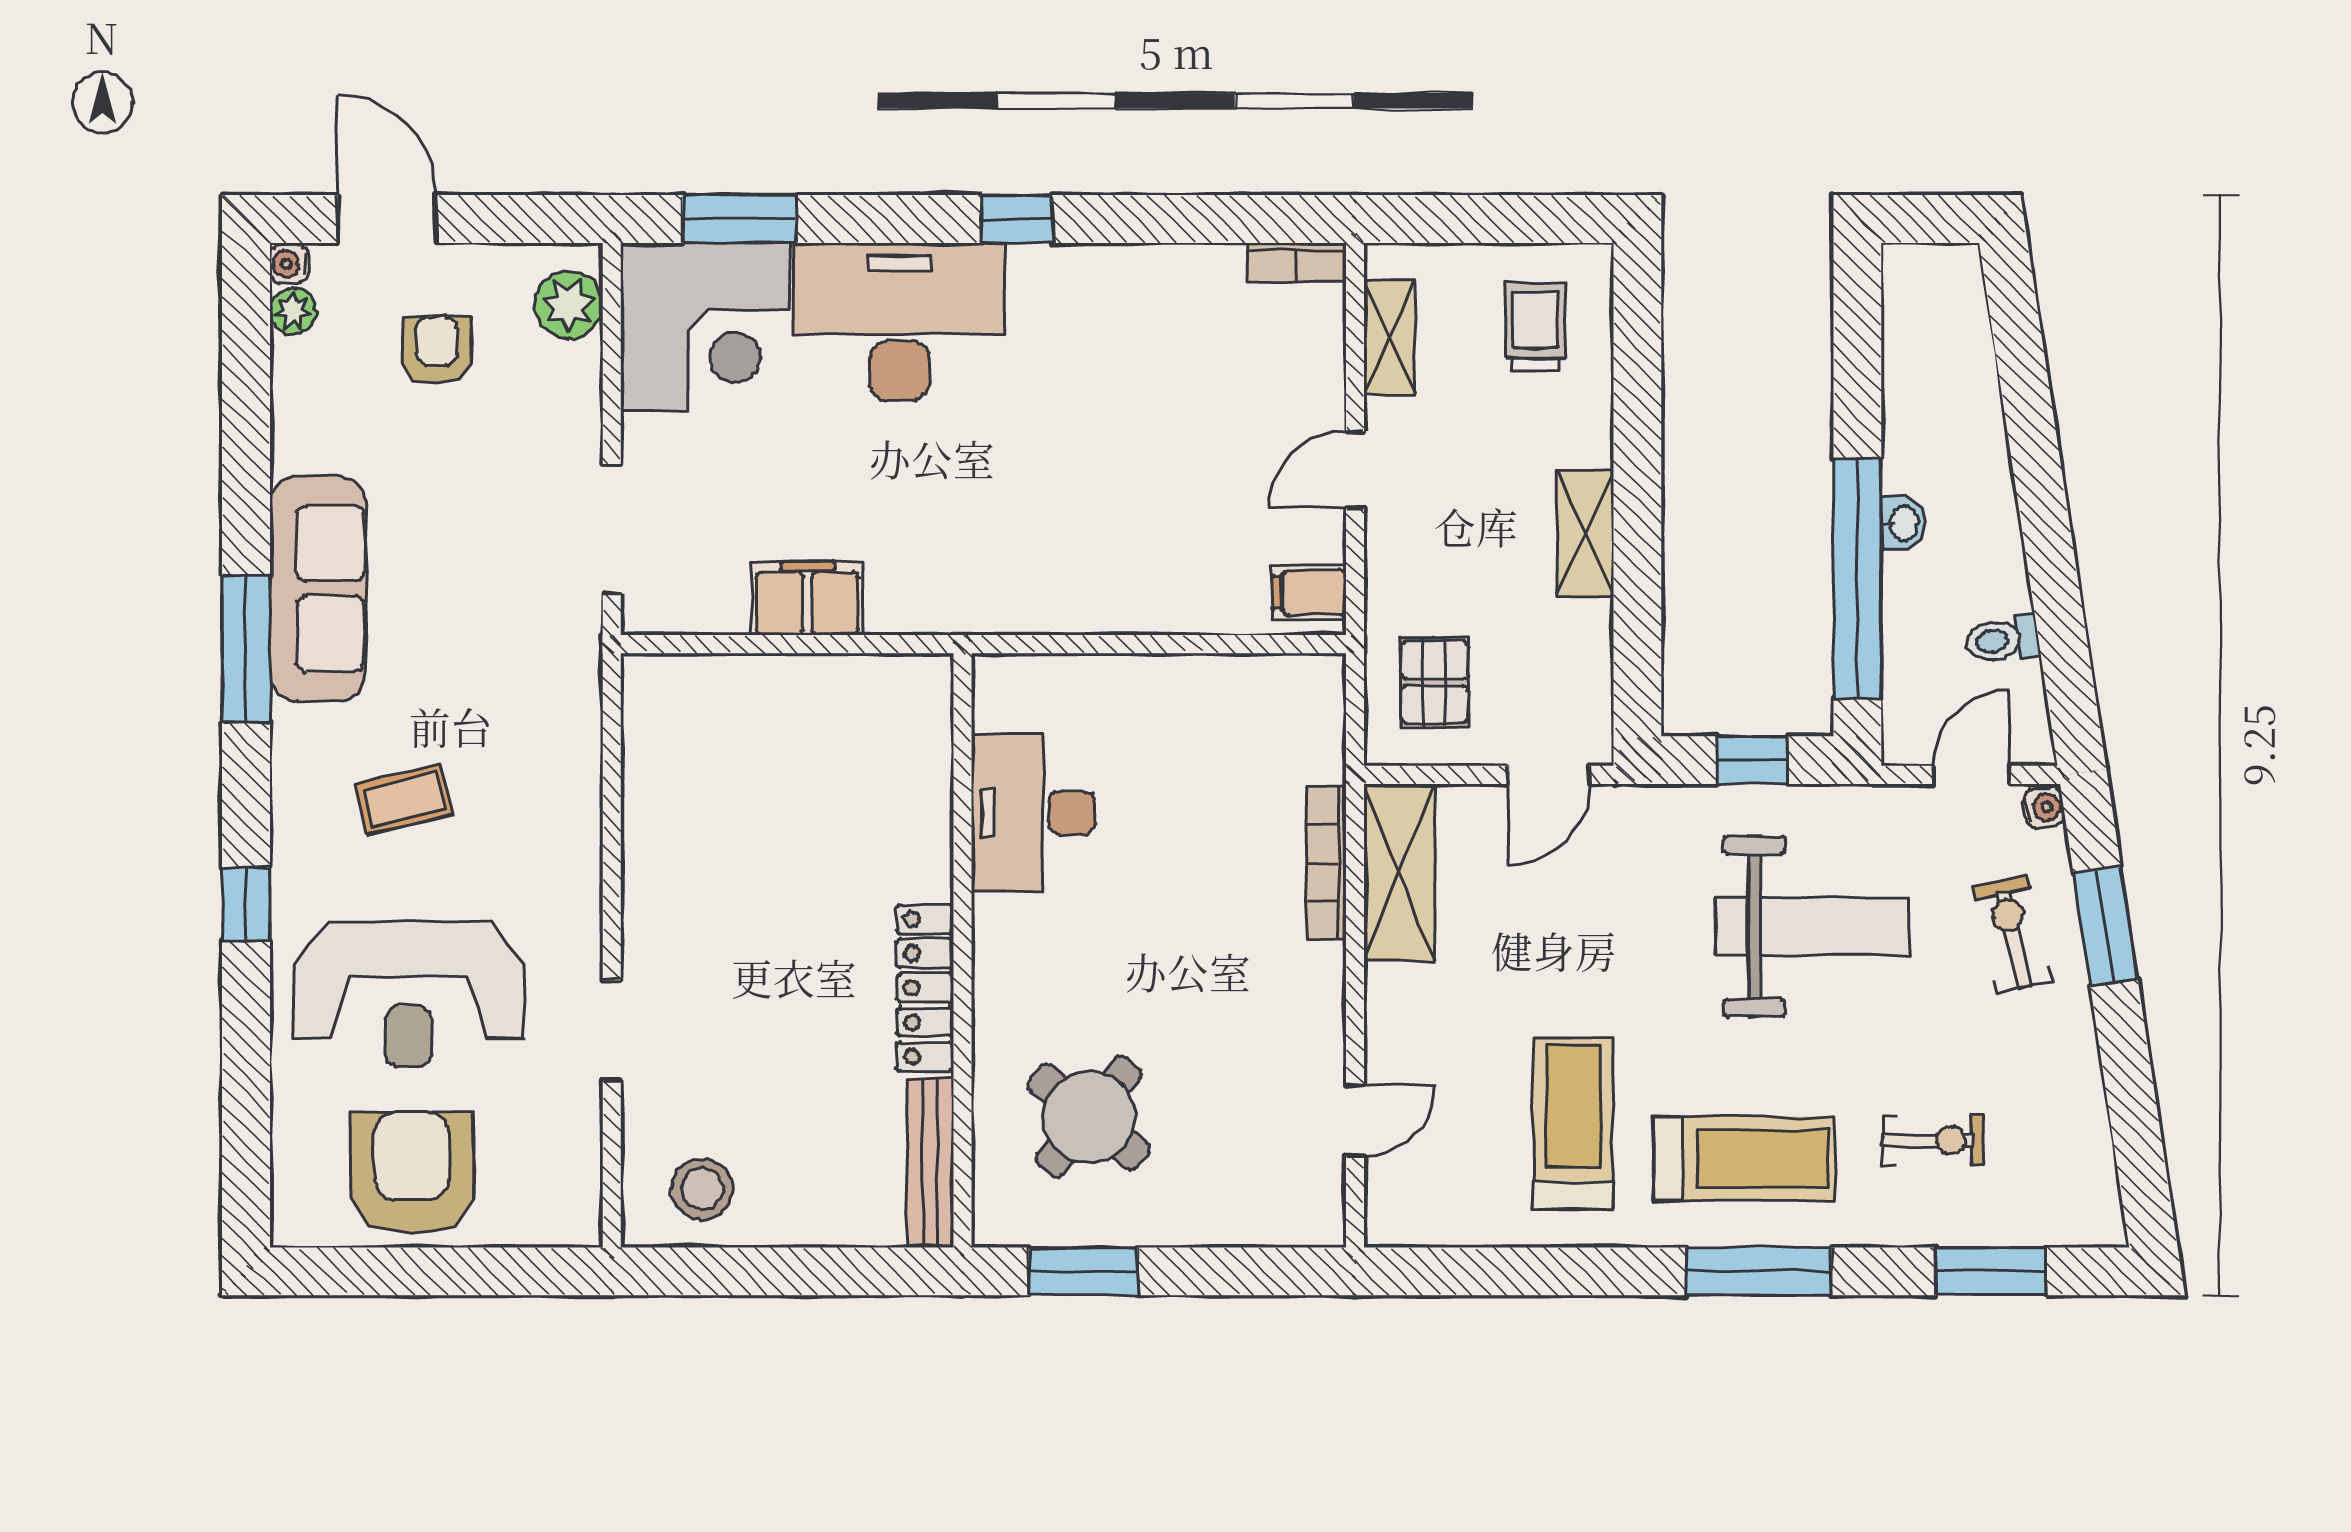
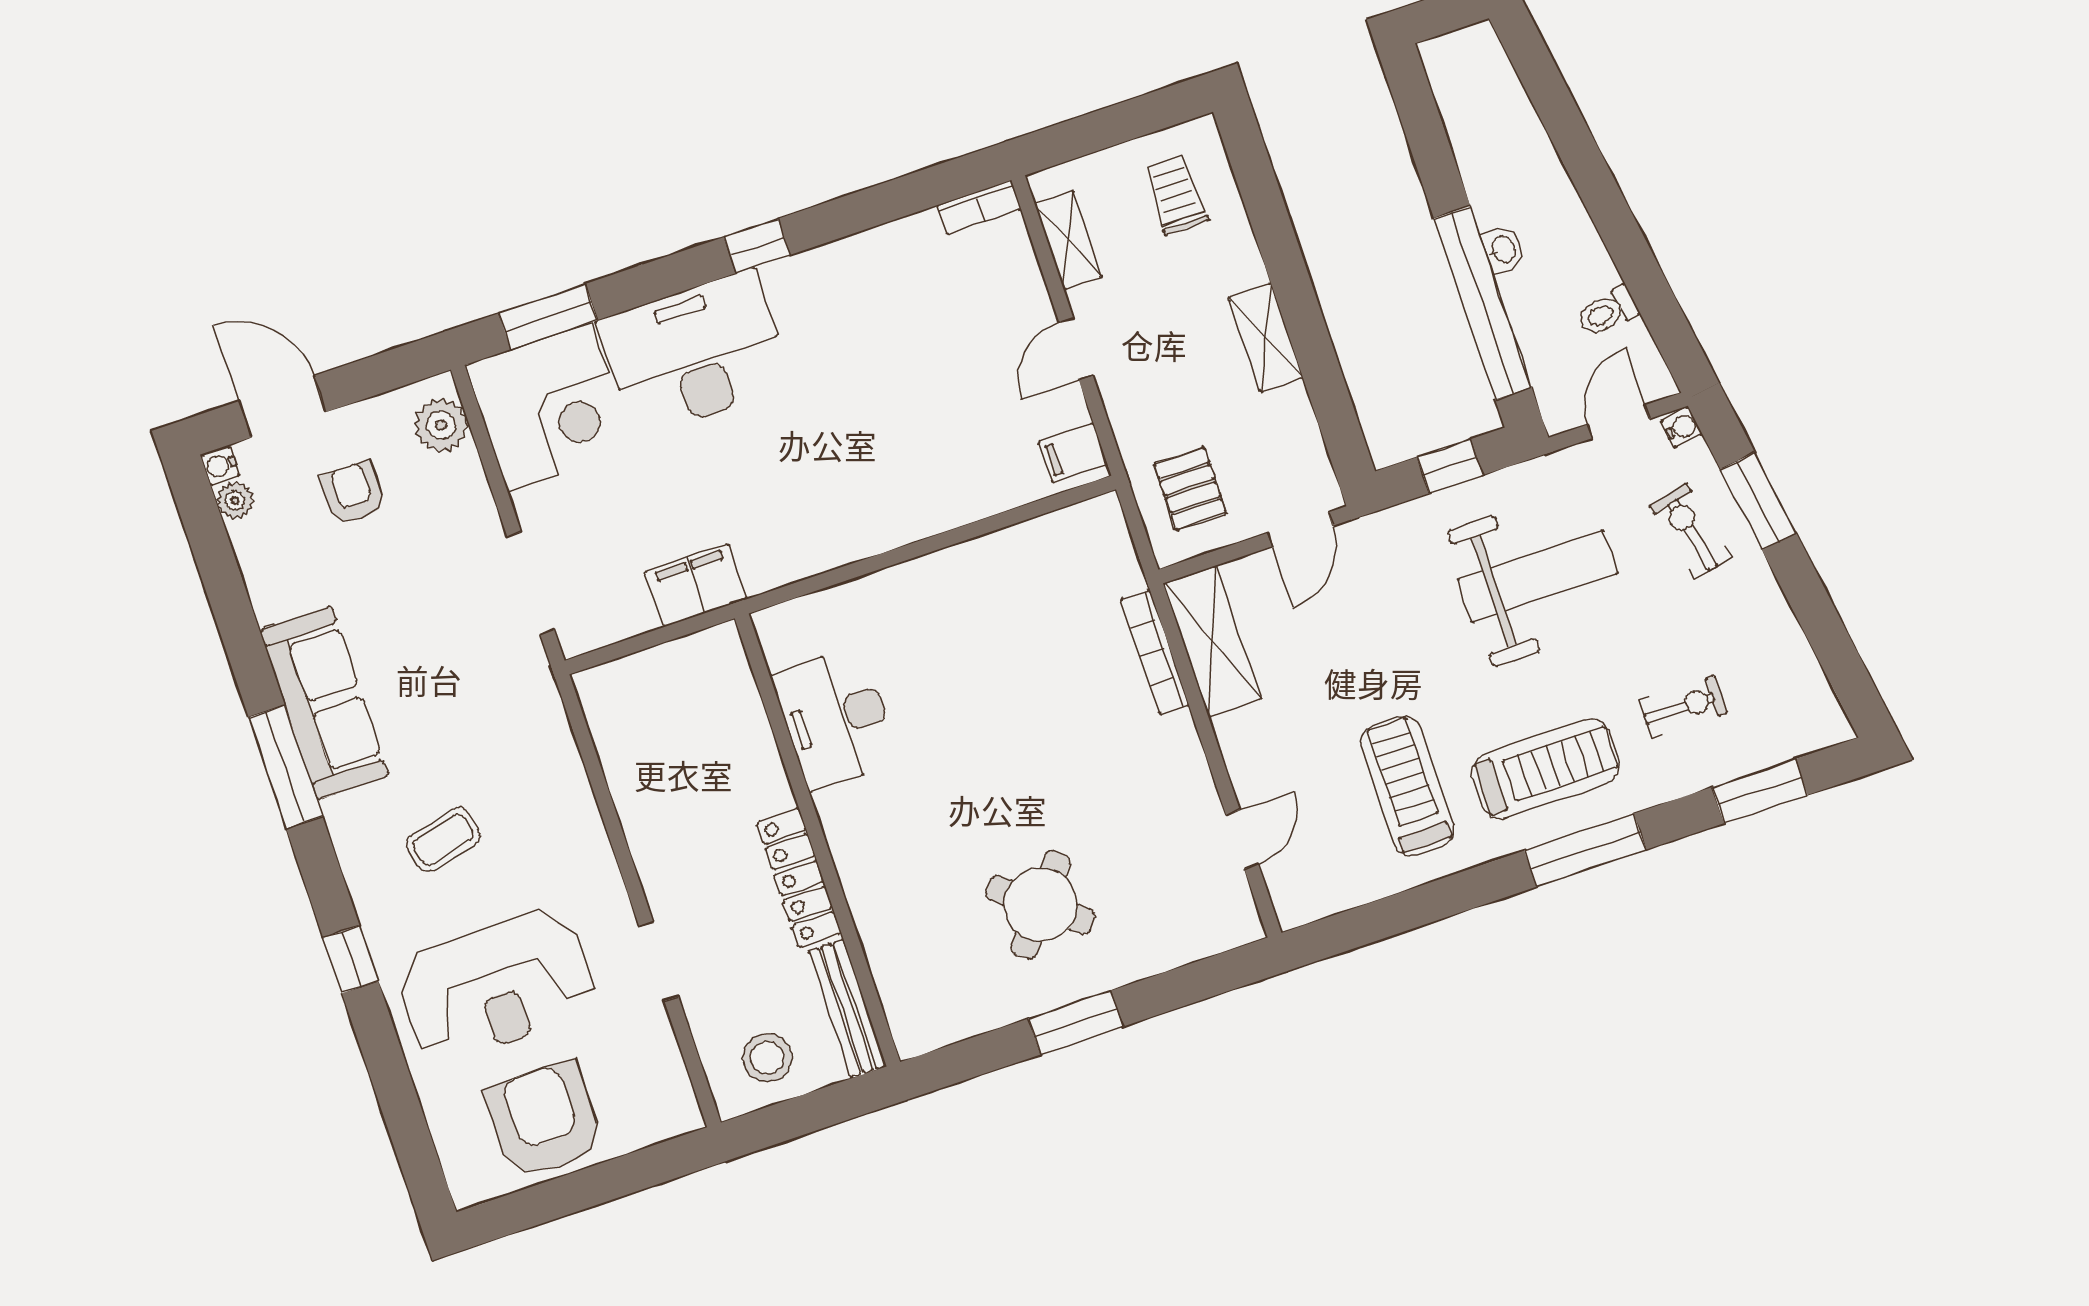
desk: (1033, 813) -> (836, 718), moved
wall: (963, 950) -> (818, 840), moved
locker: (925, 988) -> (799, 878), moved
bench: (930, 1162) -> (847, 1008), moved

